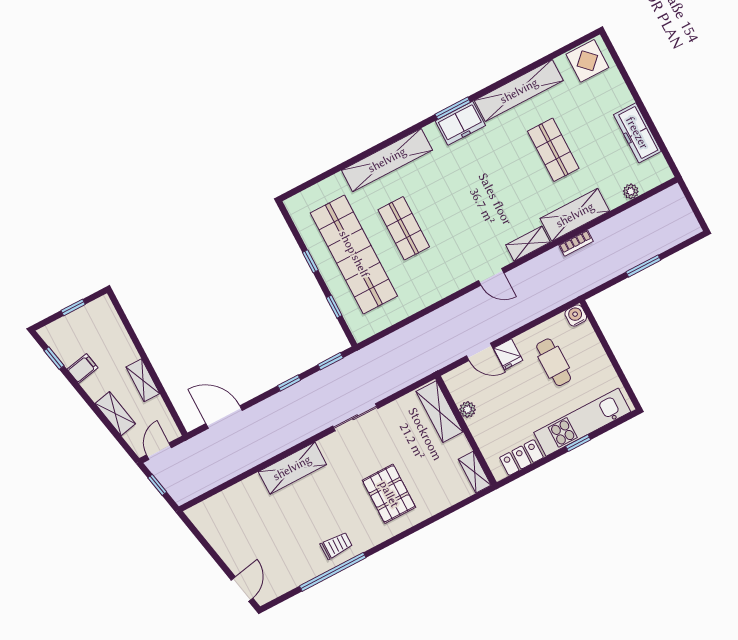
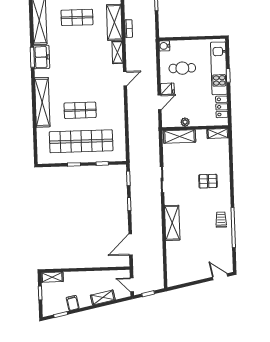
shelving: (143, 380) -> (52, 277), moved
pallet: (389, 494) -> (208, 181), width x0.67, depth x0.71

